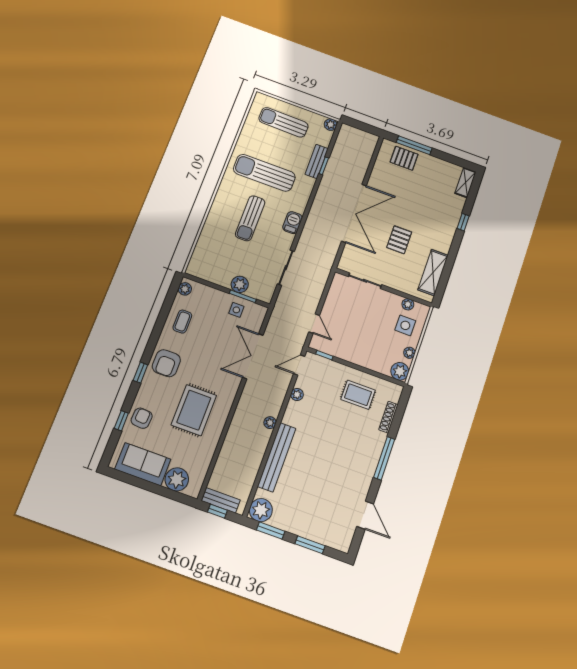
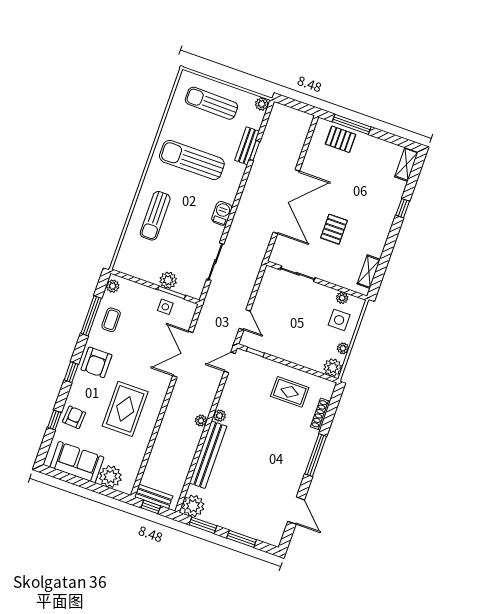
sun lounger: (250, 218) -> (155, 216), moved
shelving: (433, 273) -> (369, 272), width x0.67, depth x0.75
window: (162, 317) -> (91, 316), added
plant: (297, 395) -> (220, 416), moved

